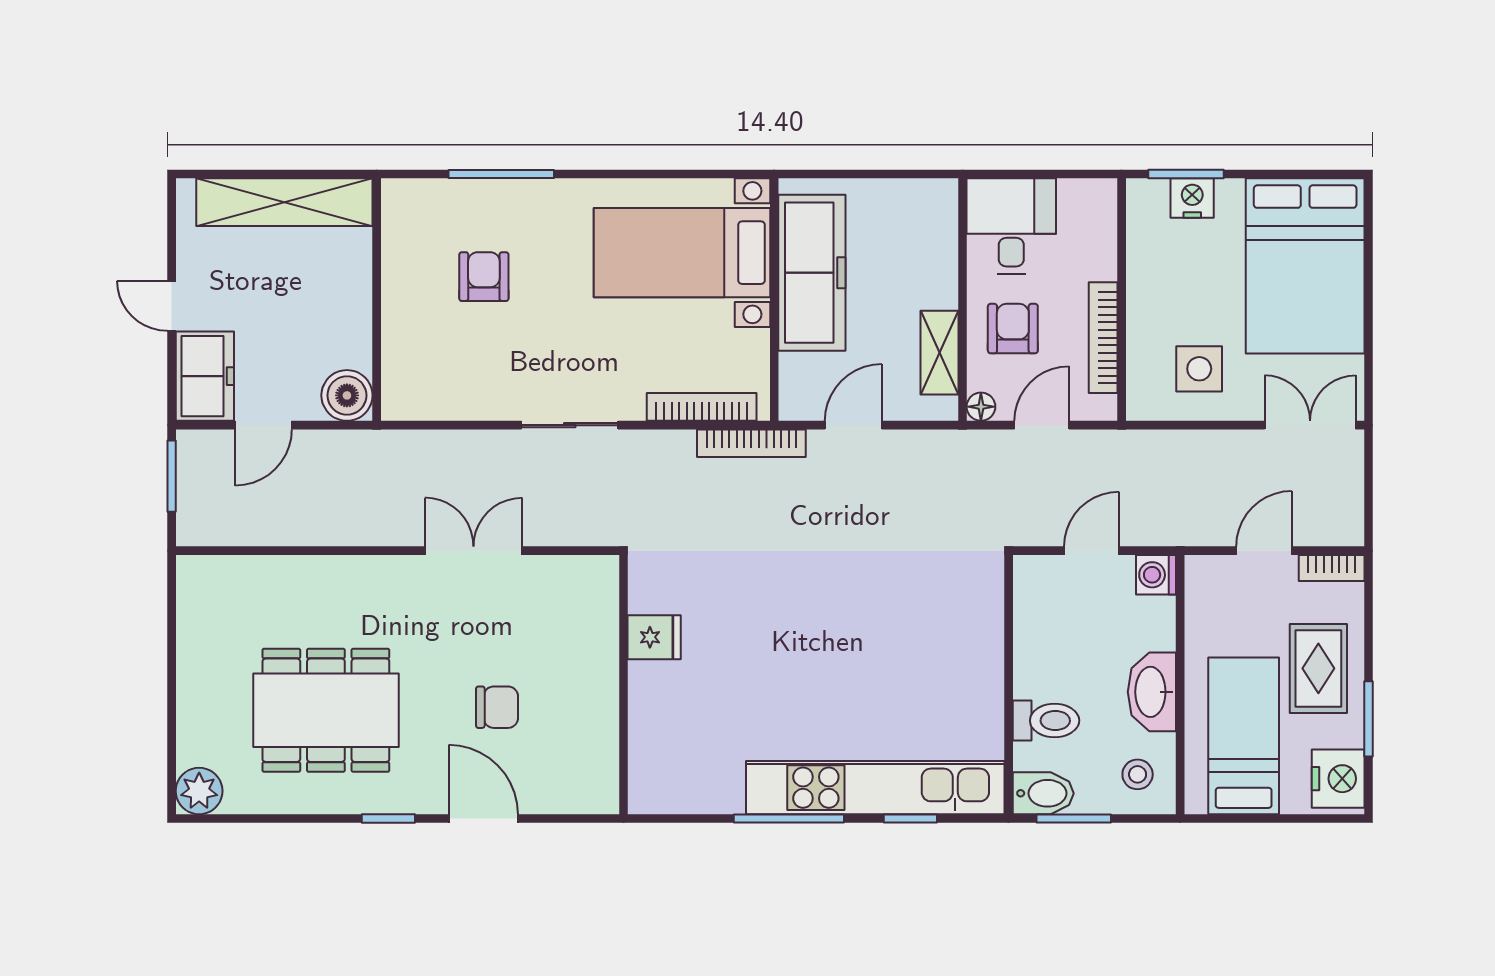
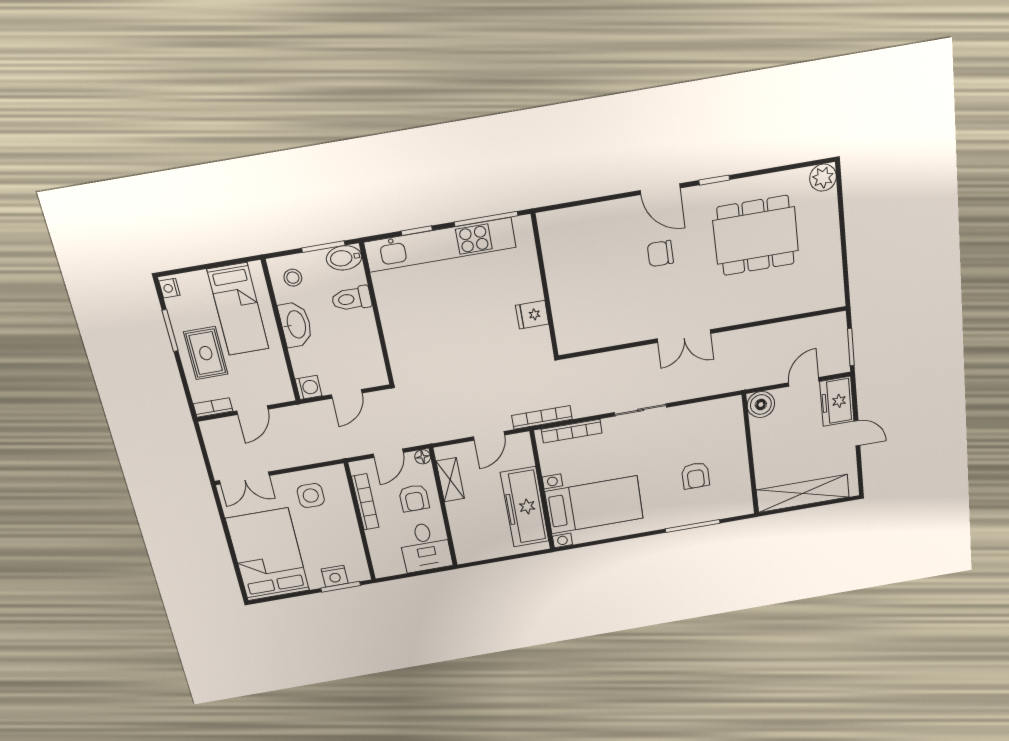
fridge: (654, 637) -> (532, 315), moved
wall: (624, 685) -> (545, 286), moved
nightstand: (1338, 779) -> (169, 288), width x0.53, depth x0.56

